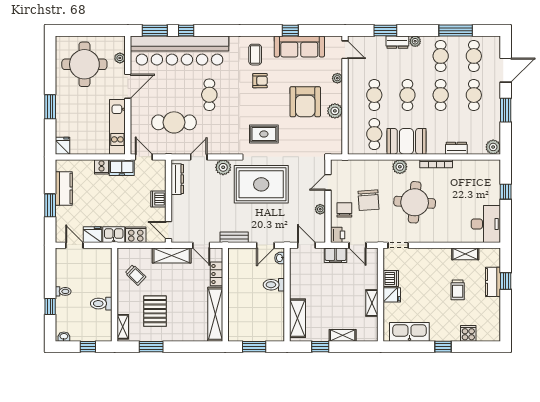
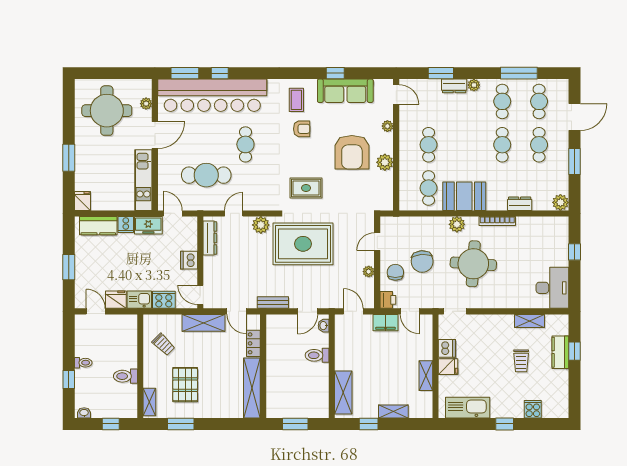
cafe table: (407, 95) -> (465, 145), removed
kitchen counter: (64, 188) -> (98, 226), moved, turned 90

